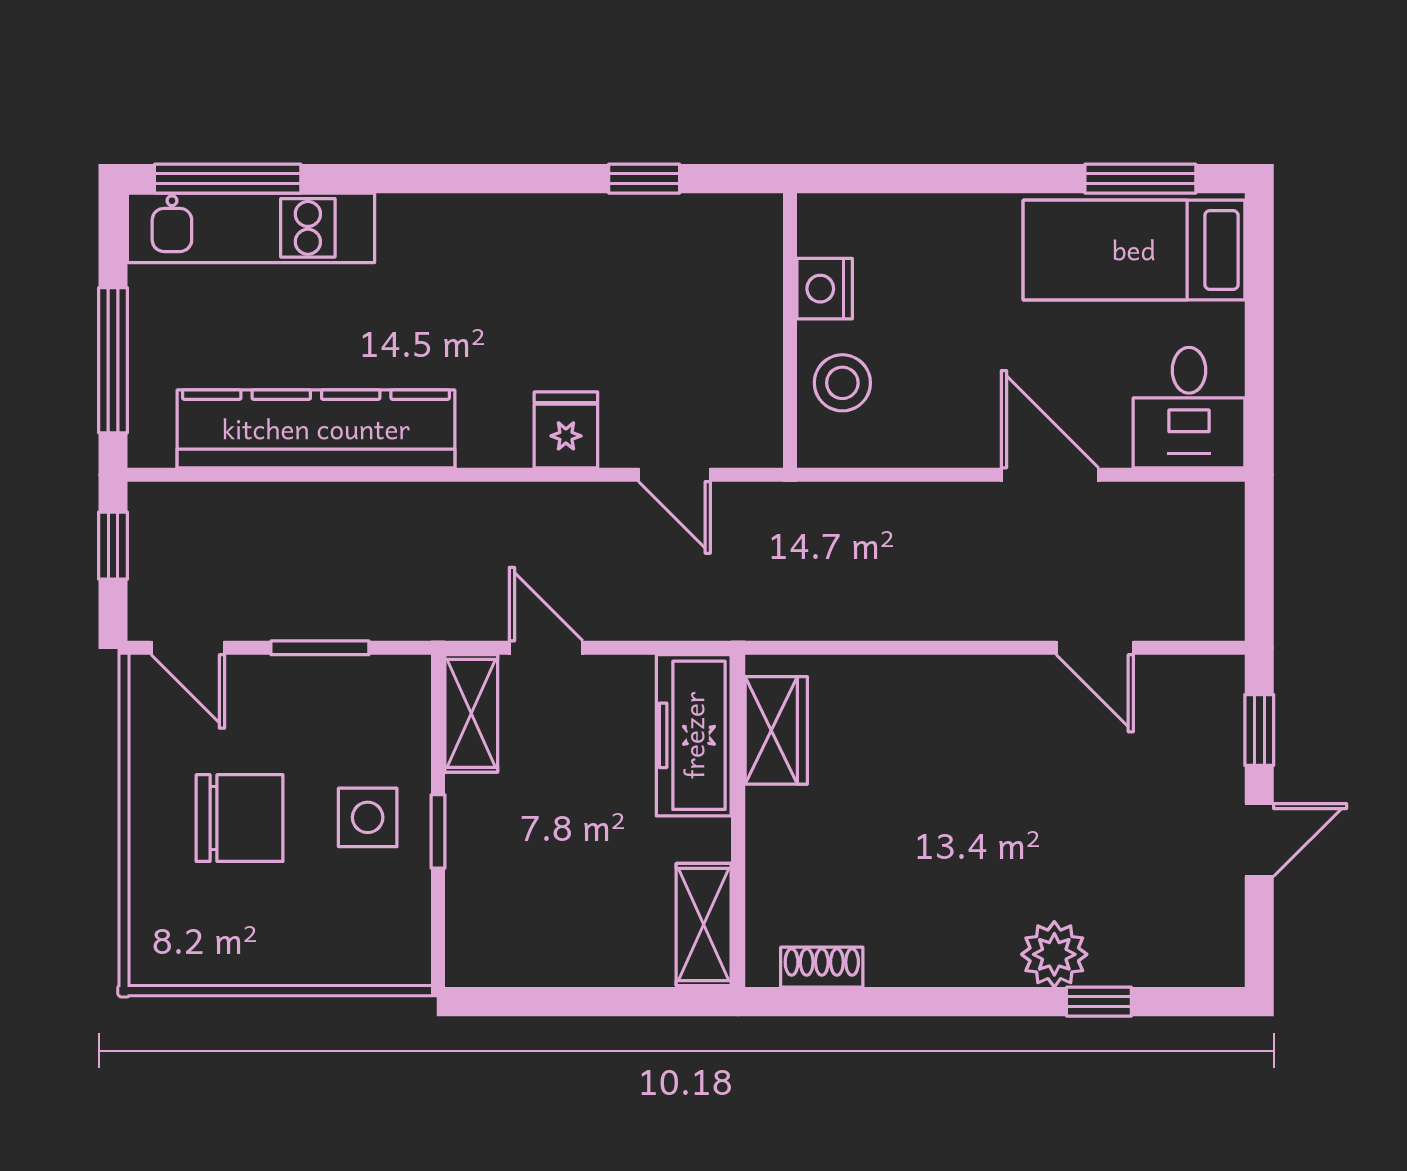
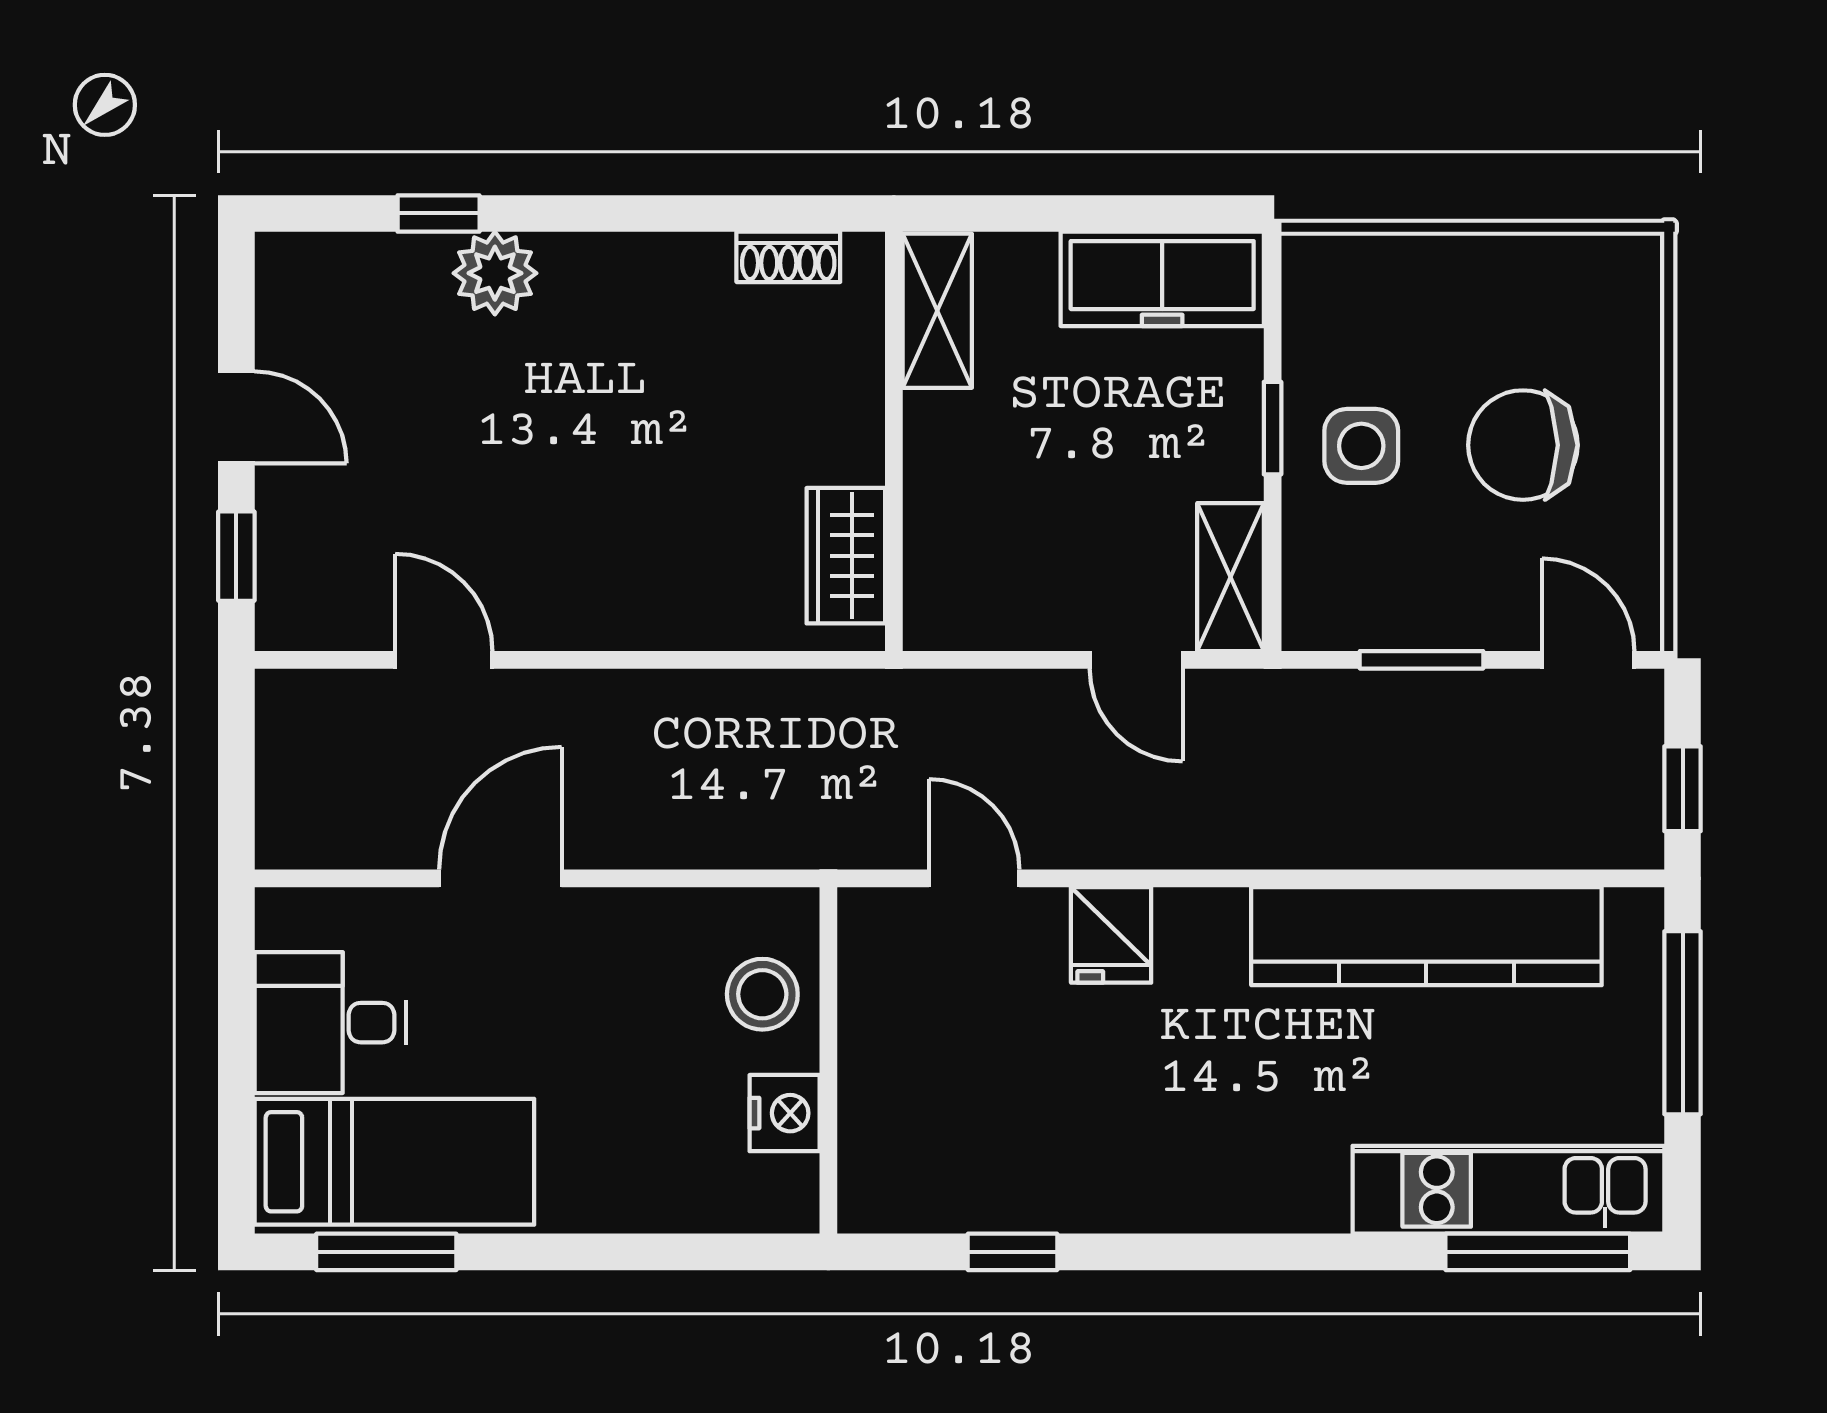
desk: (1189, 408) -> (330, 1023), moved, turned -90
door: (1050, 475) -> (500, 878), swing flipped
freezer: (694, 735) -> (1162, 279), moved, turned 90
door: (1259, 840) -> (236, 417), swing flipped

